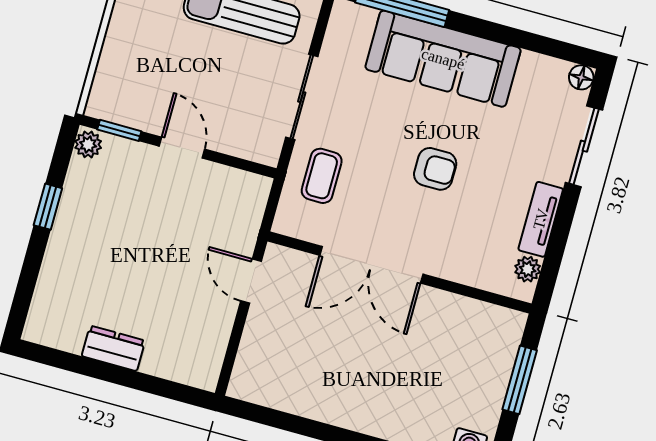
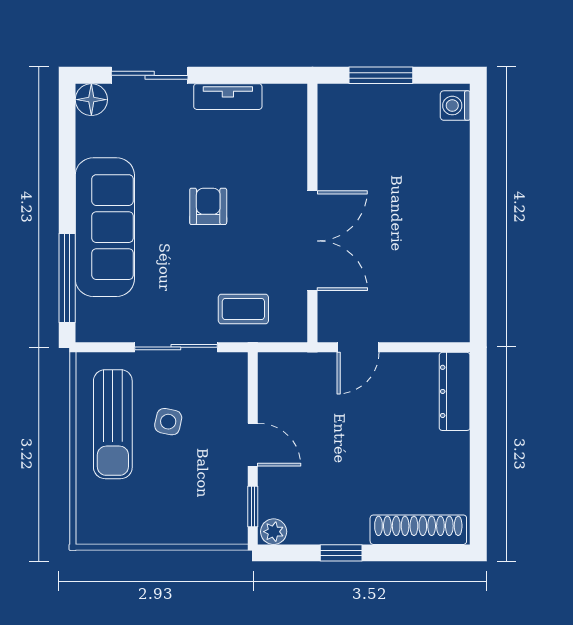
side table: (229, 68) -> (168, 422), added
floor lamp: (581, 77) -> (91, 100), width x1.37, depth x1.37
door: (182, 148) -> (253, 445), swing flipped
plant: (528, 269) -> (277, 96), removed
shoe rack: (50, 291) -> (418, 530), added
dresser: (113, 348) -> (455, 391), moved, width x1.44

